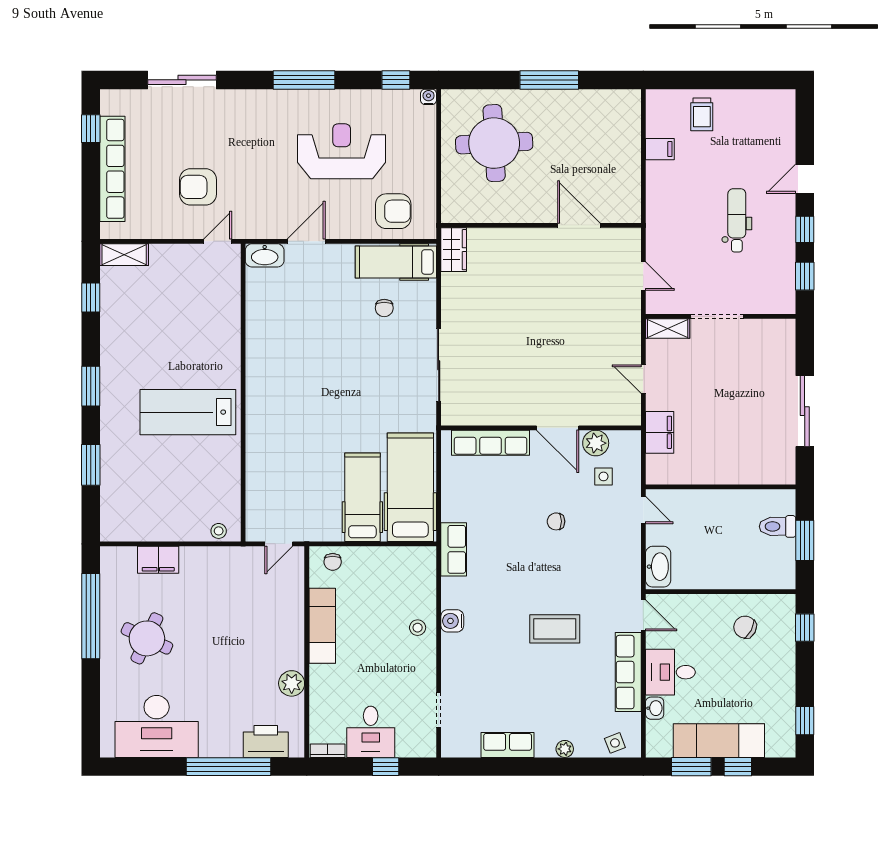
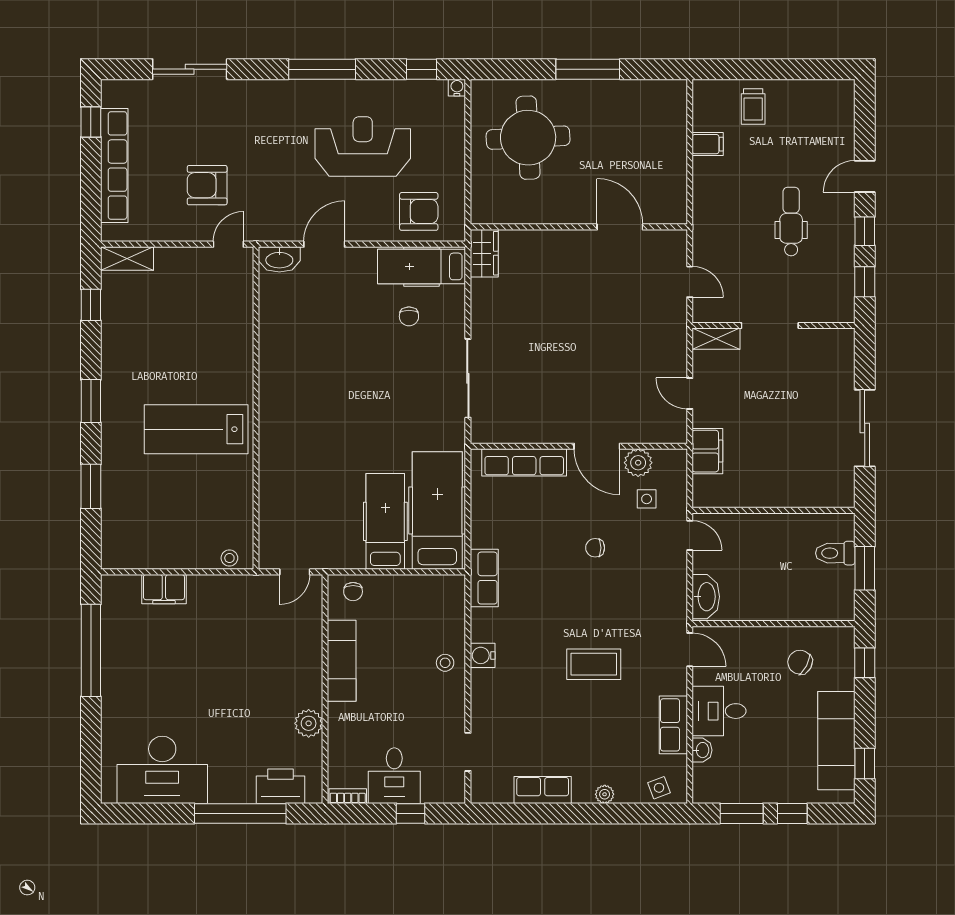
round table: (147, 638) -> (152, 674), removed
row of seats: (628, 672) -> (673, 725), width x0.68
exam couch: (719, 741) -> (836, 741), moved, turned -90

